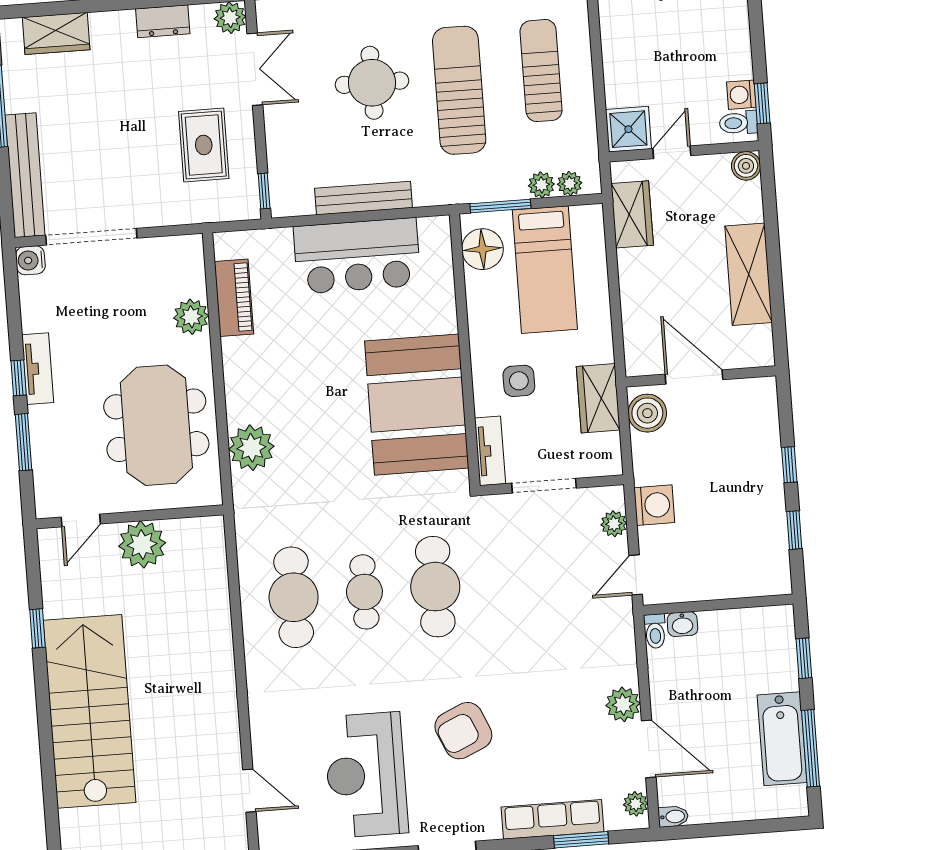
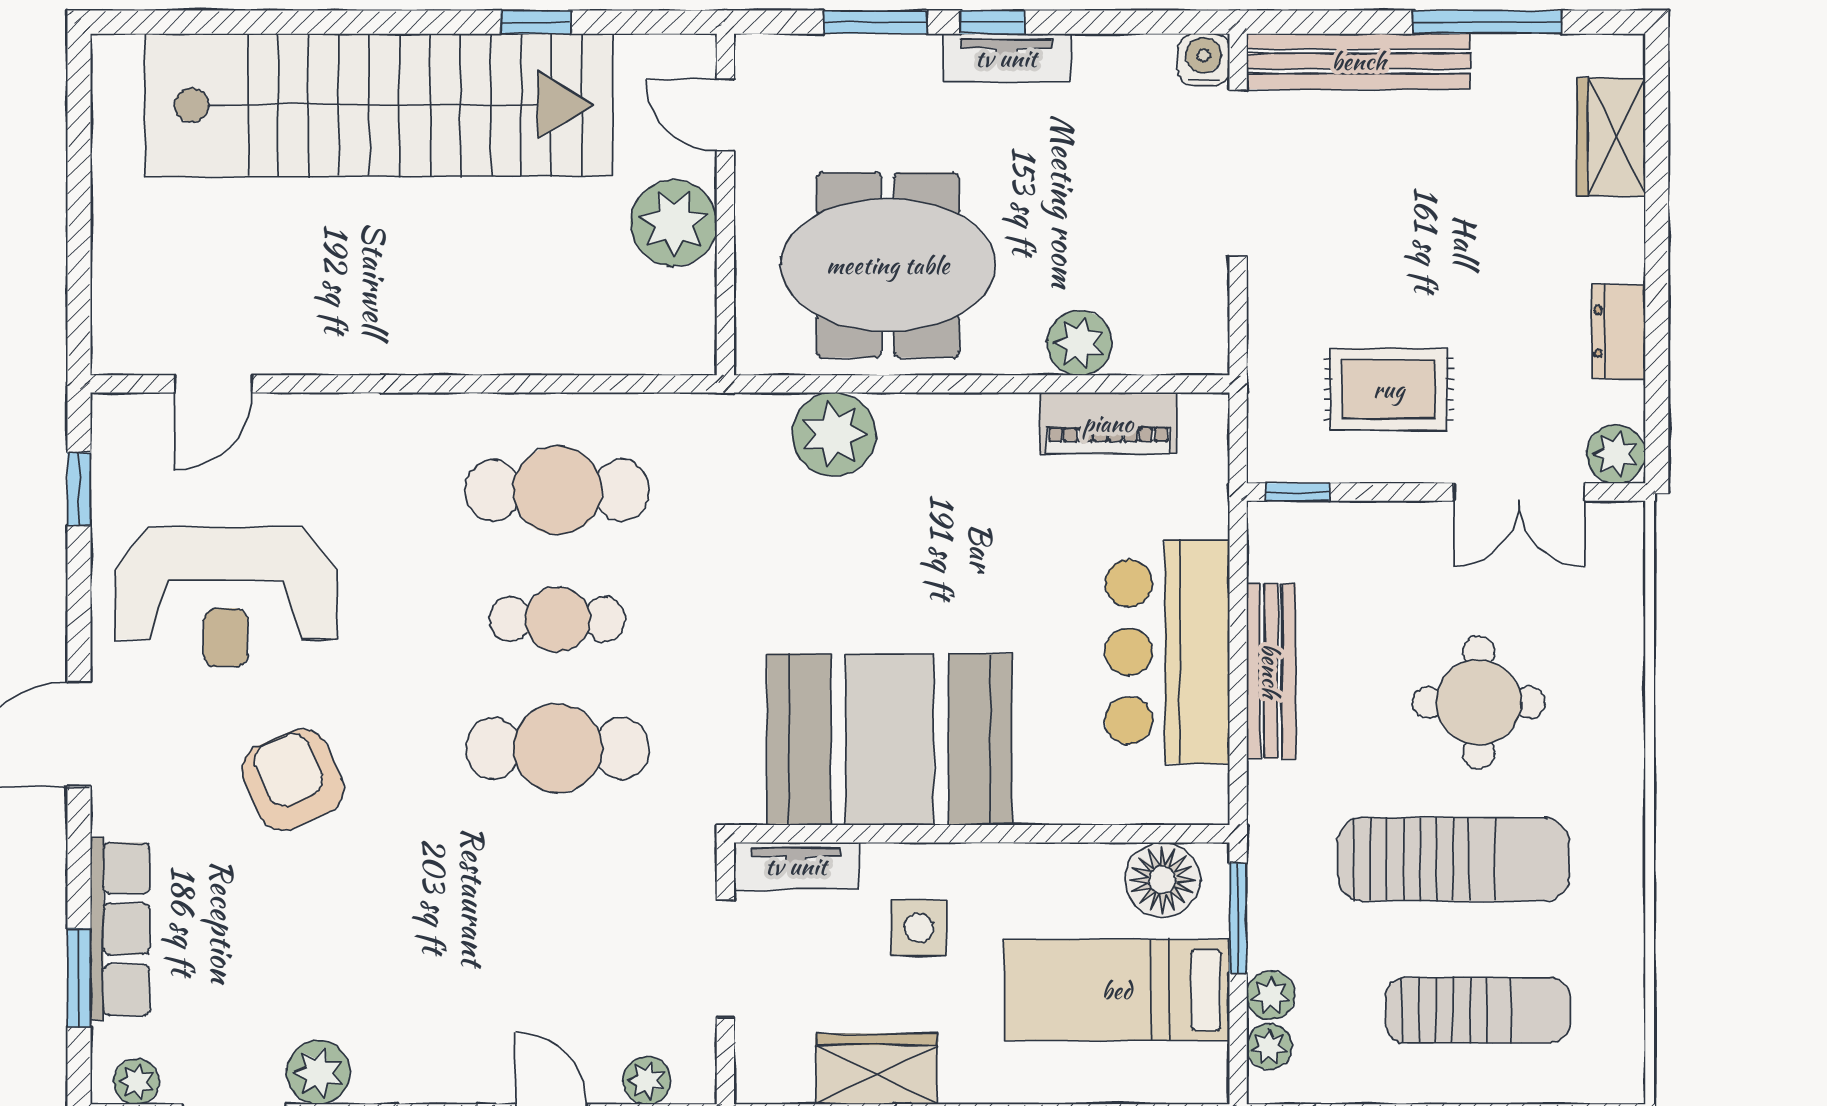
stairs: (89, 711) -> (379, 105), width x1.36
reception desk: (366, 775) -> (226, 597), turned 180

